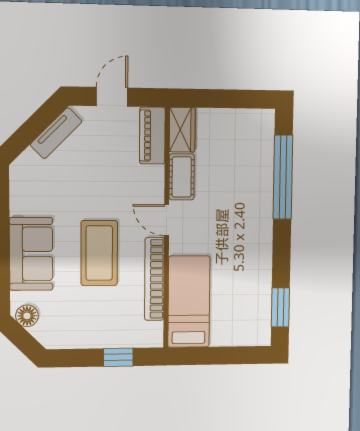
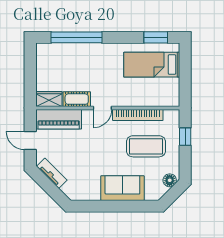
piano: (152, 136) -> (59, 119), width x1.37, depth x1.33
coffee table: (99, 253) -> (146, 146), moved
bed: (189, 302) -> (152, 65), moved
floor lamp: (27, 316) -> (170, 180), moved

